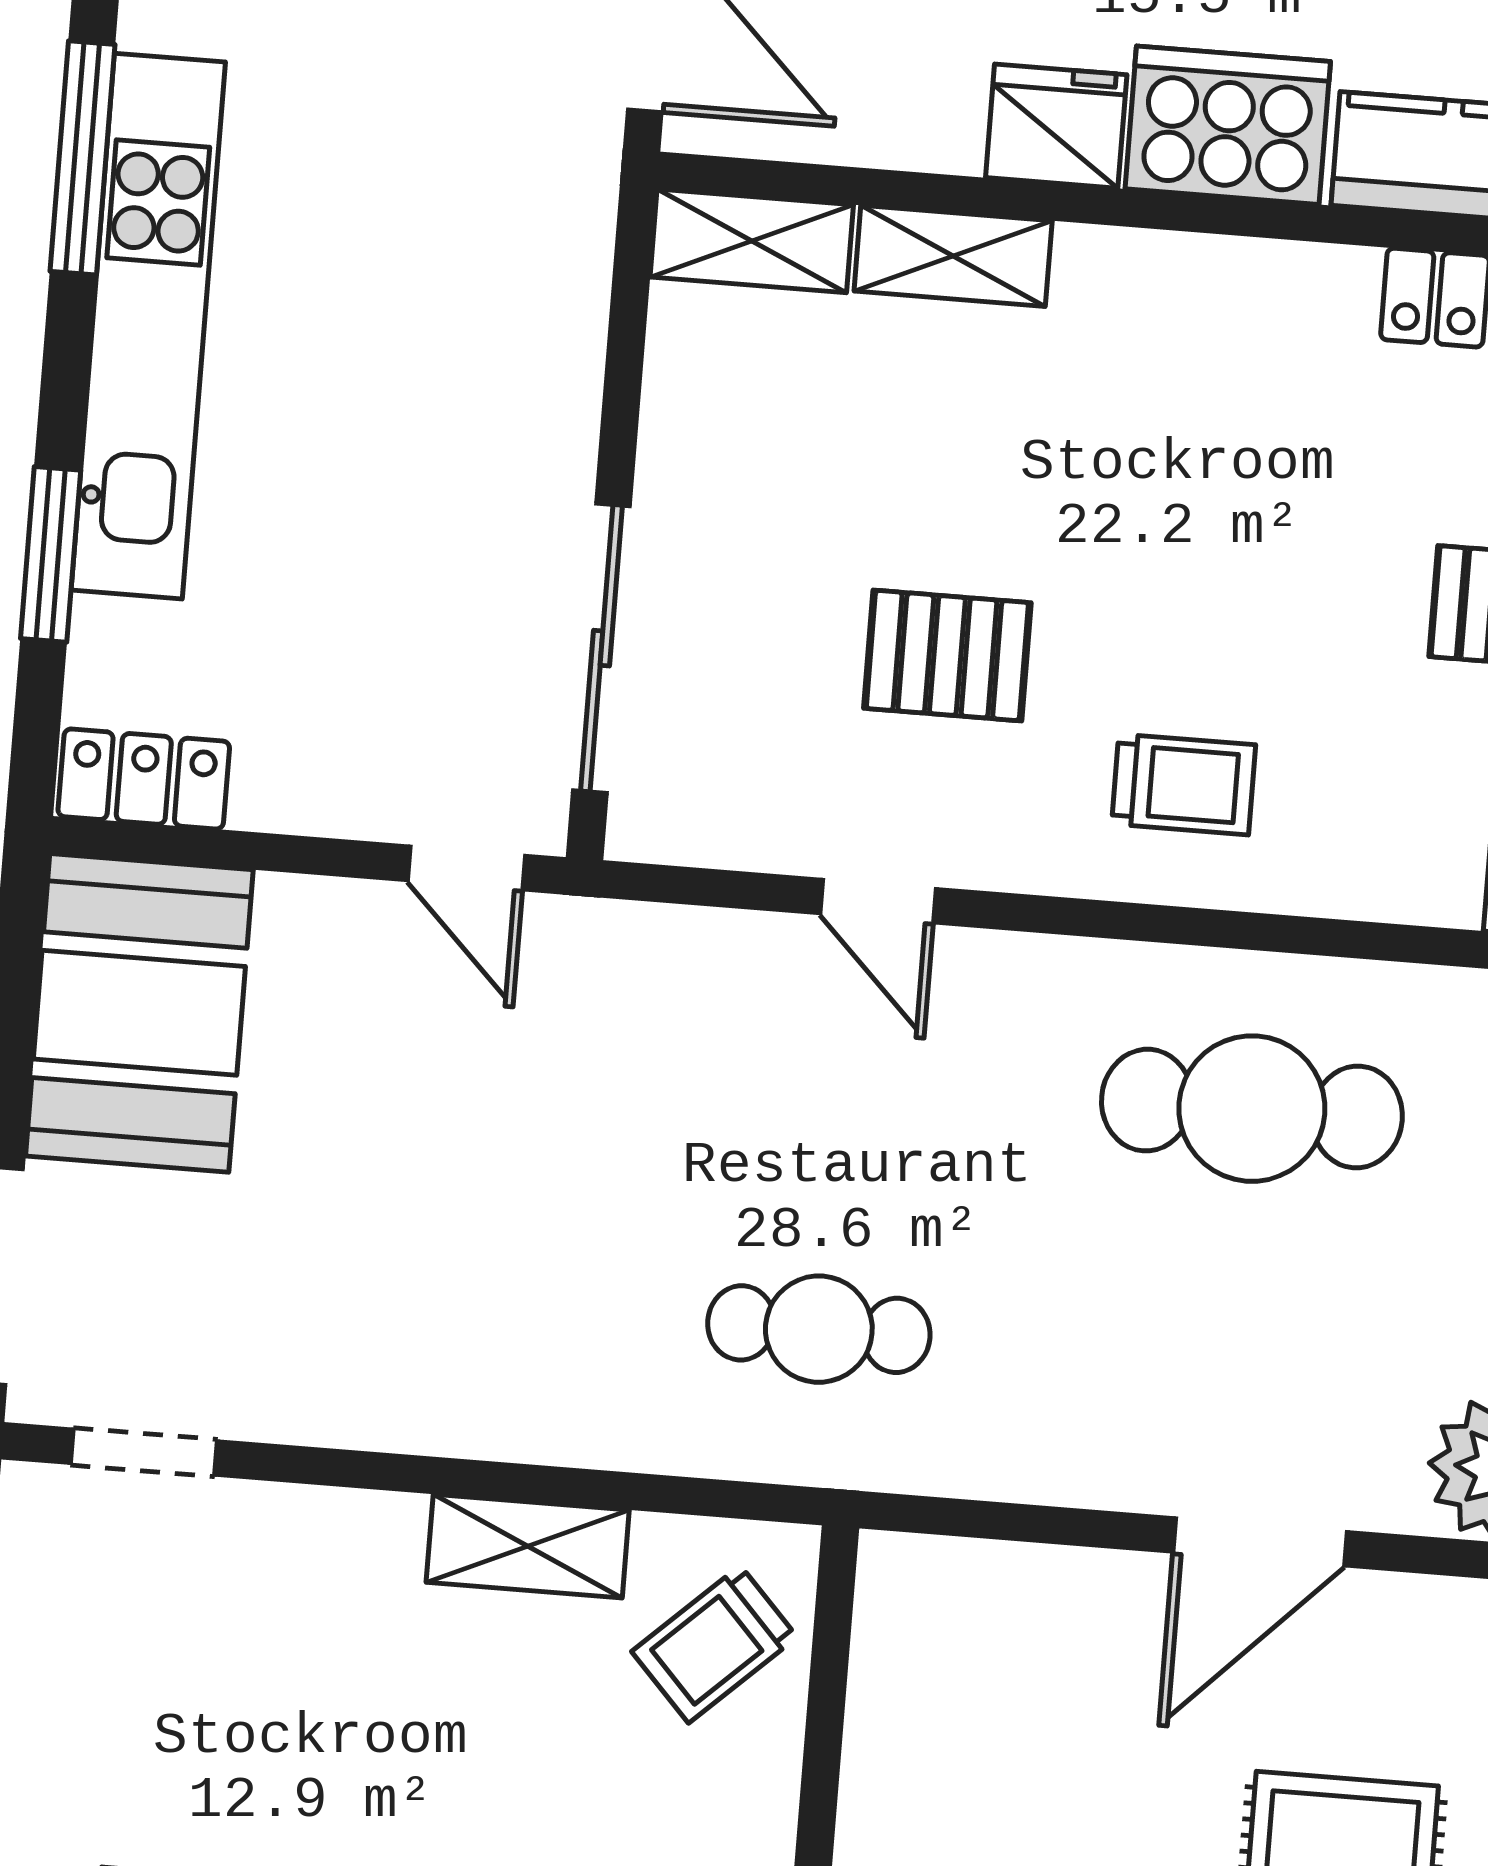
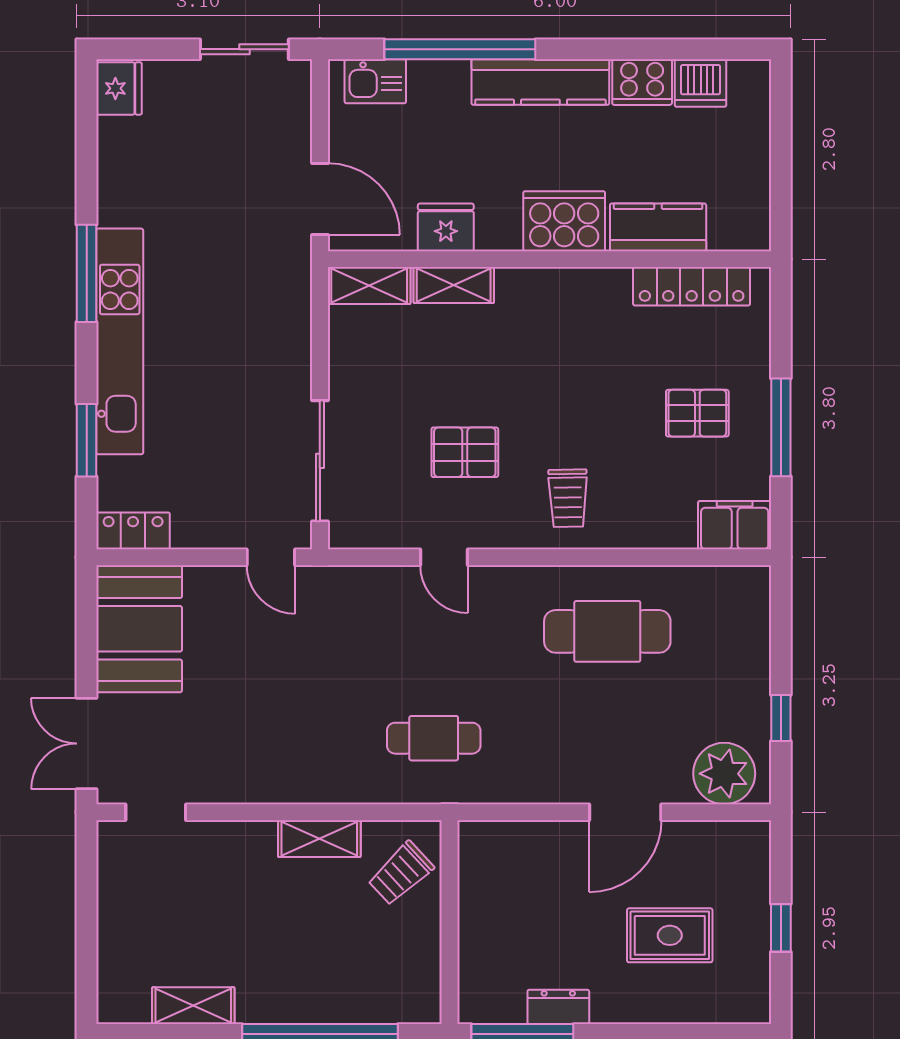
fridge: (1056, 126) -> (446, 227), moved
trolley: (1184, 784) -> (568, 498), turned 89

